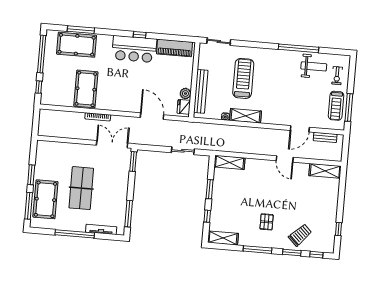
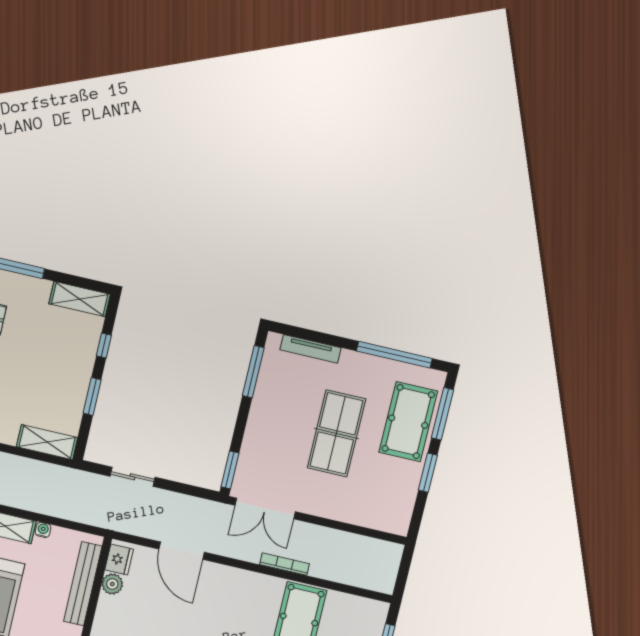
window: (75, 234) -> (394, 355), moved

